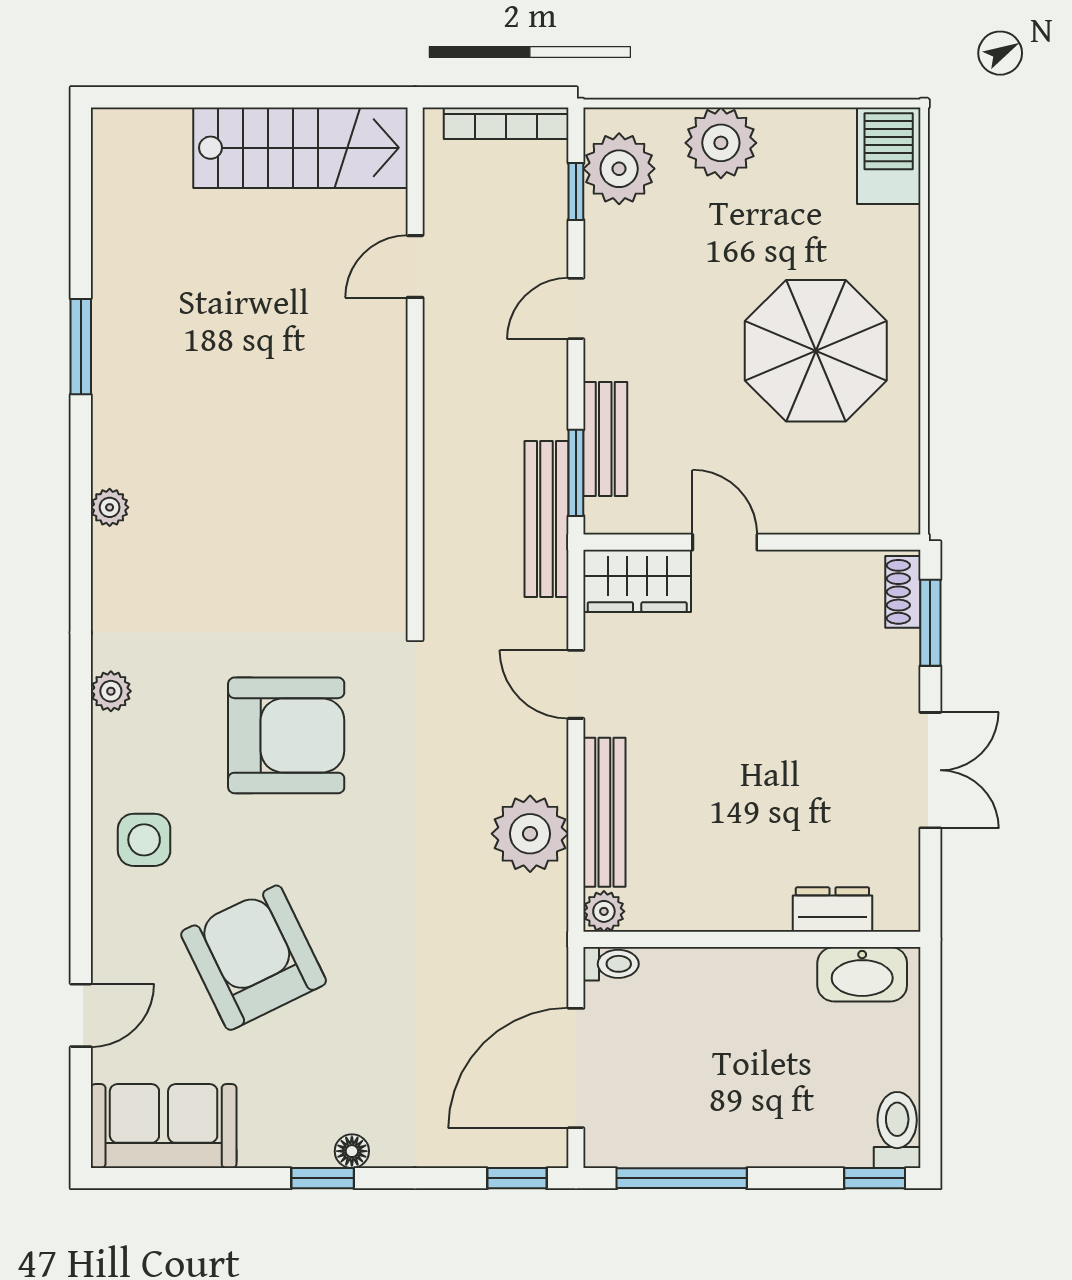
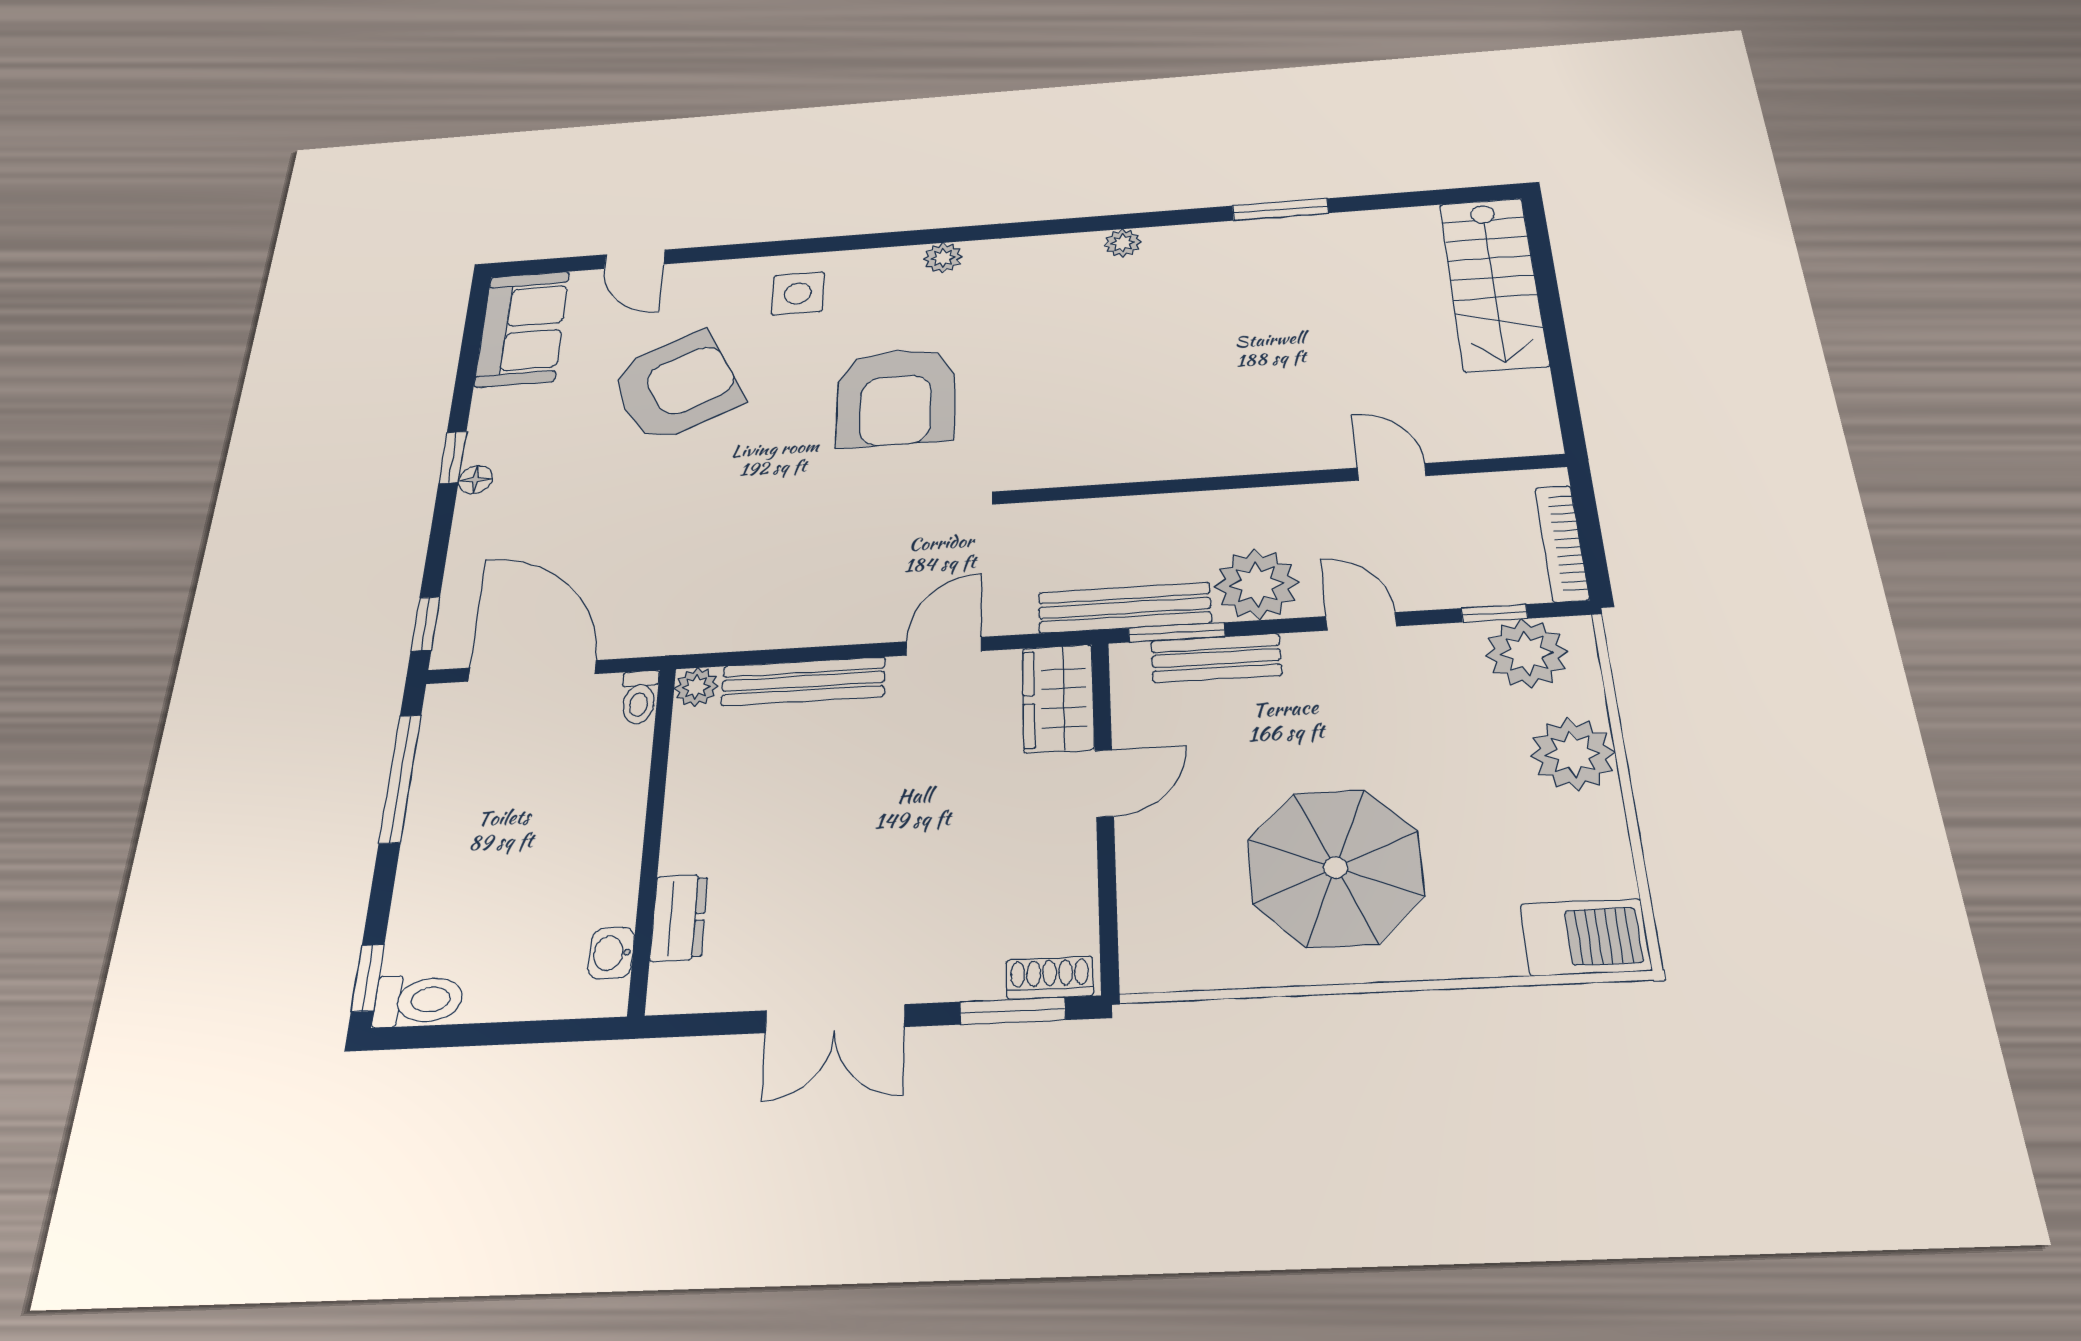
stairs: (300, 148) -> (1493, 283), moved
plant: (530, 834) -> (1257, 584), moved
washbasin: (862, 974) -> (611, 953), width x0.52, depth x0.69

